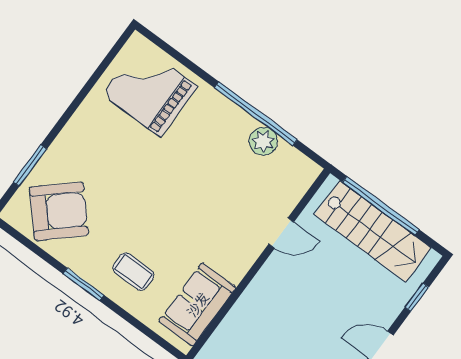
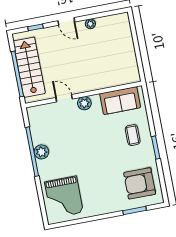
plant: (263, 141) -> (41, 152), moved
armchair: (59, 211) -> (140, 183), turned -48
plant: (245, 253) -> (84, 103), added

